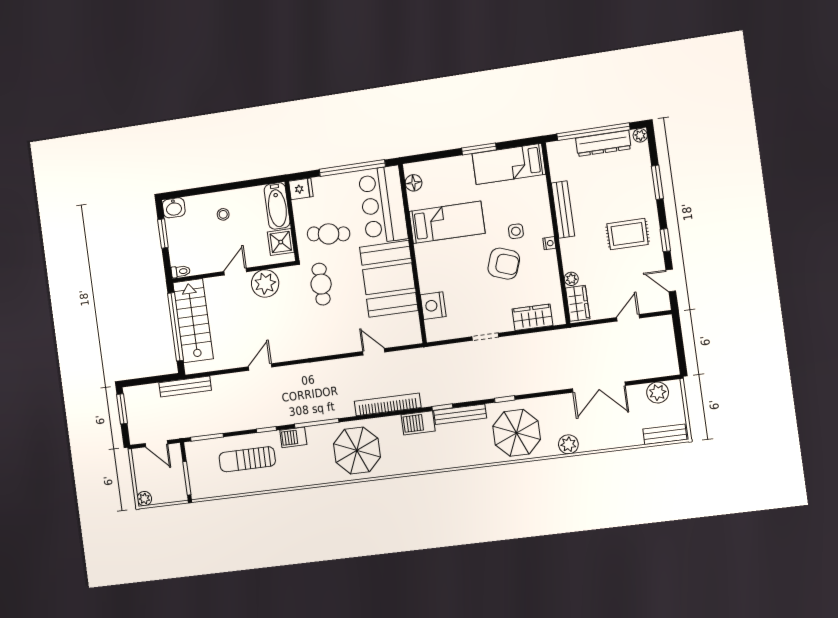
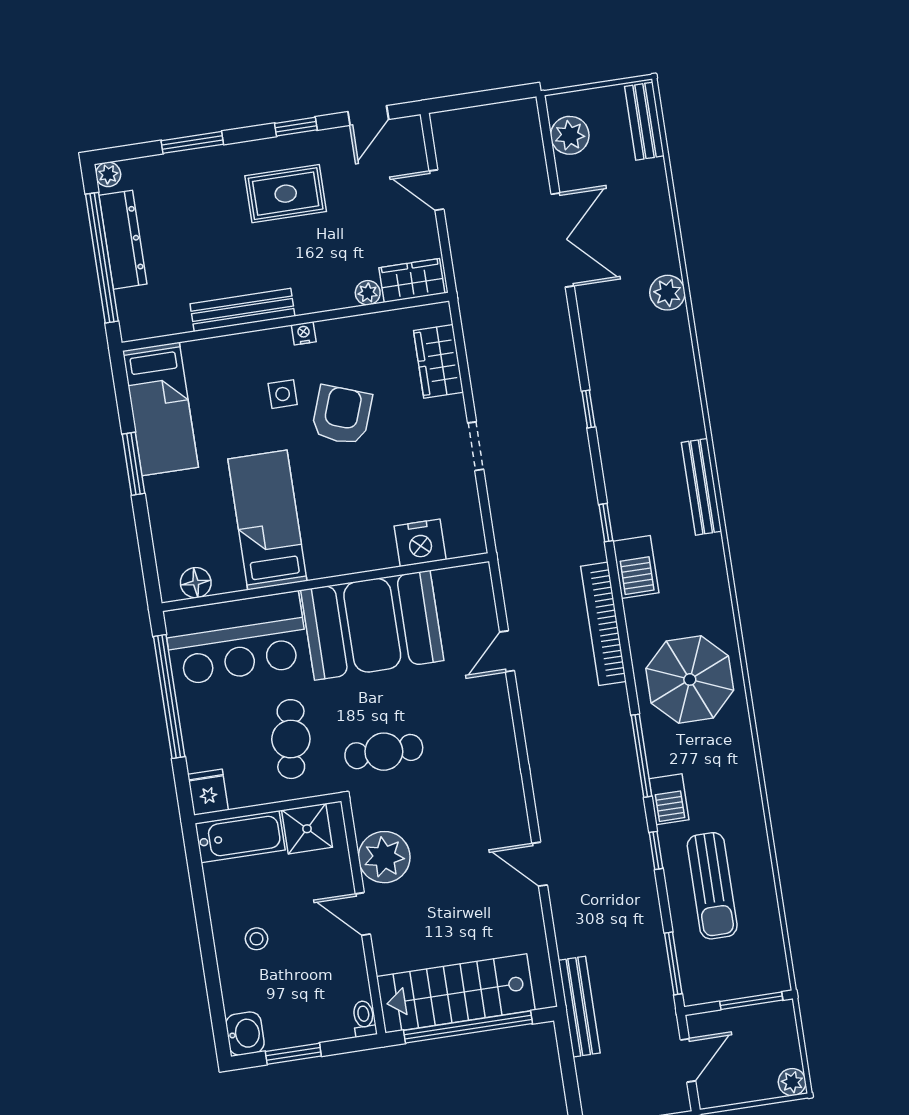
rug: (628, 234) -> (286, 194), turned 90
bench: (460, 414) -> (702, 487), moved
parasol: (517, 433) -> (649, 386), removed

